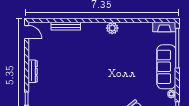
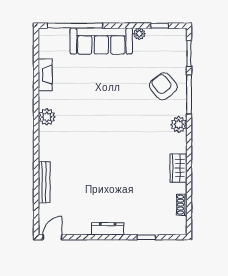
fireplace: (164, 27) -> (45, 75), moved

